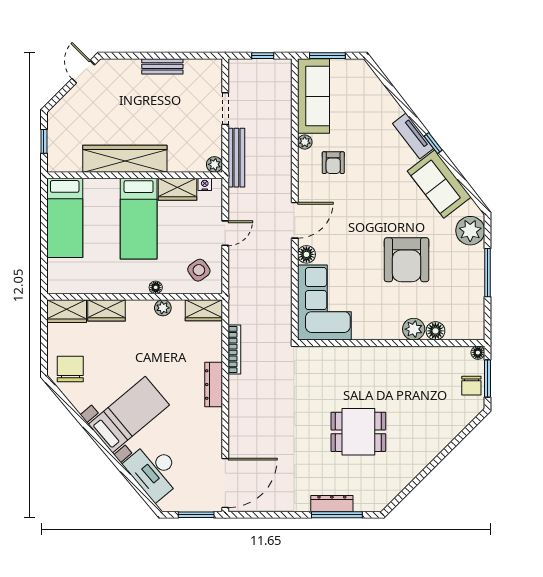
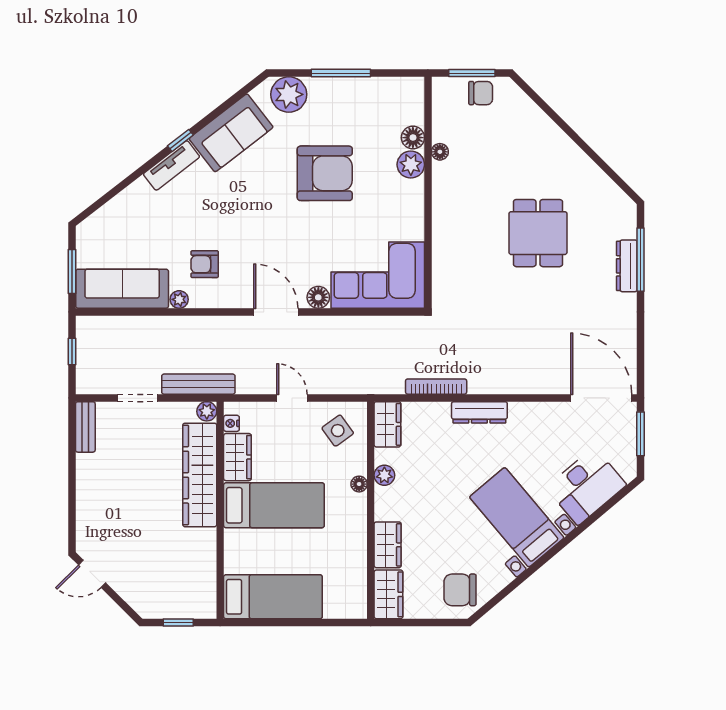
bench: (162, 66) -> (85, 427), moved
wardrobe: (125, 159) -> (200, 475), moved
armchair: (333, 163) -> (205, 264), turned 180
floor lamp: (478, 353) -> (440, 152), moved

